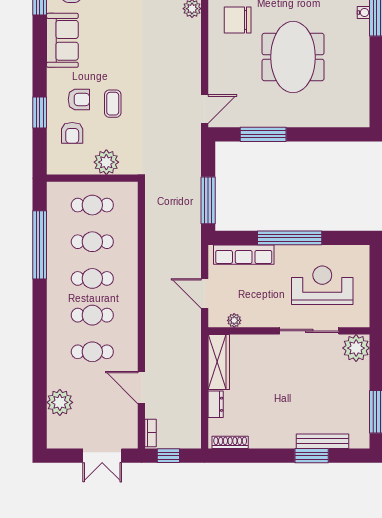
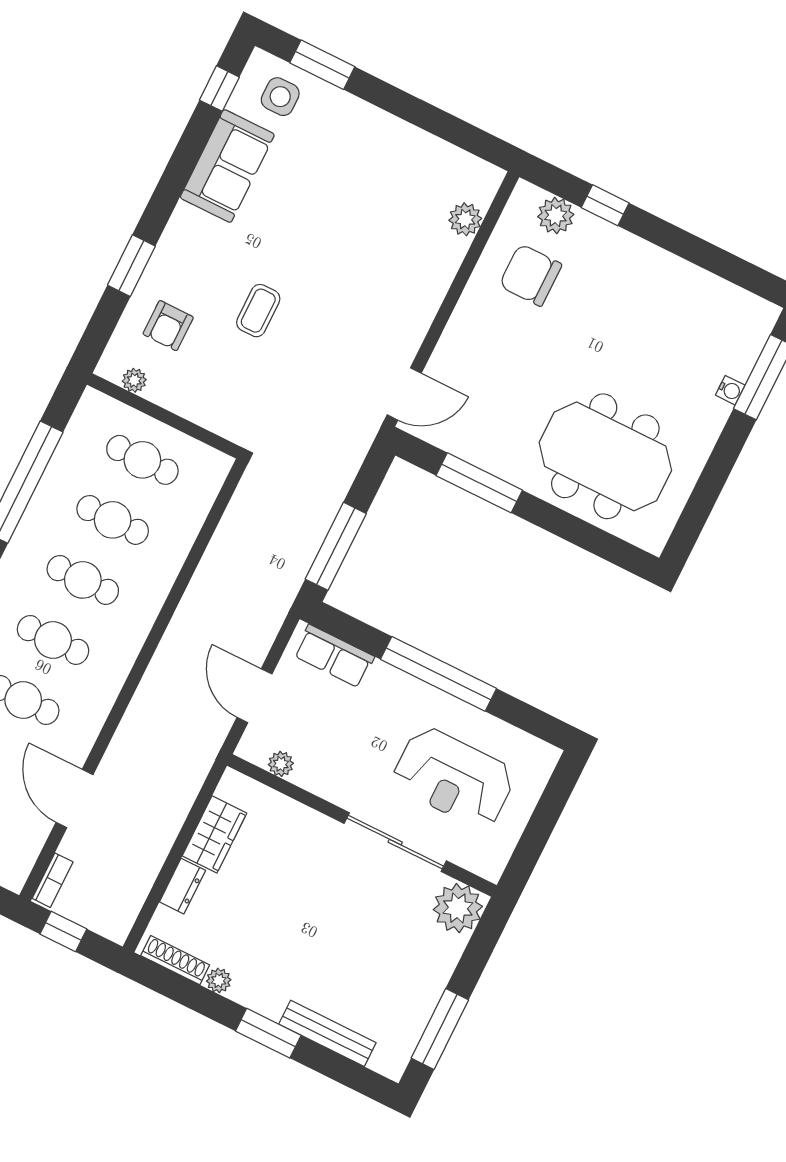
water cooler: (364, 12) -> (730, 390), moved
meeting table: (293, 57) -> (605, 456), moved, turned 90
armchair: (79, 99) -> (206, 276), removed
plant: (106, 162) -> (134, 380), moved, width x0.53, depth x0.53
row of seats: (244, 255) -> (334, 656), width x0.68
reception desk: (322, 285) -> (454, 778), turned 180
wardrobe: (219, 362) -> (214, 834), width x0.67
plant: (256, 442) -> (219, 980), added
window: (312, 456) -> (268, 1033), moved

